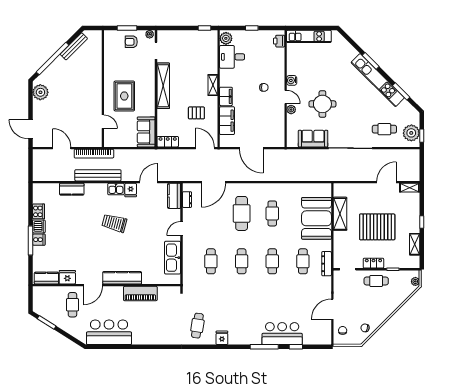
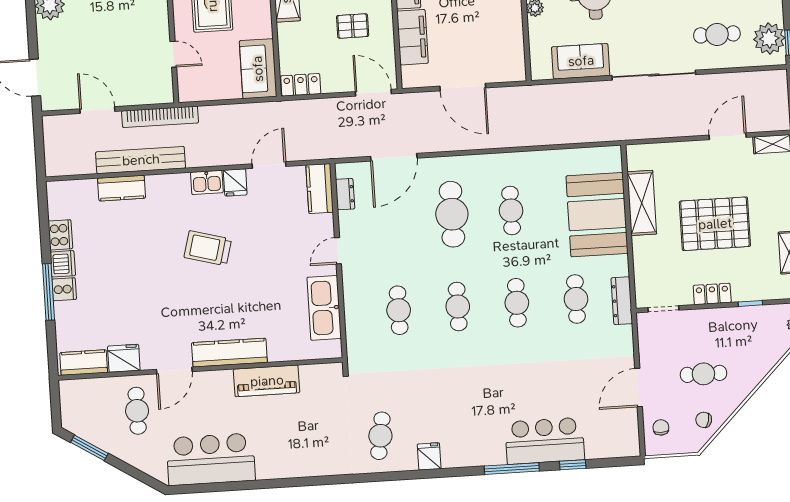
bench: (98, 175) -> (141, 160), moved
cafe table: (376, 281) -> (703, 374), moved

